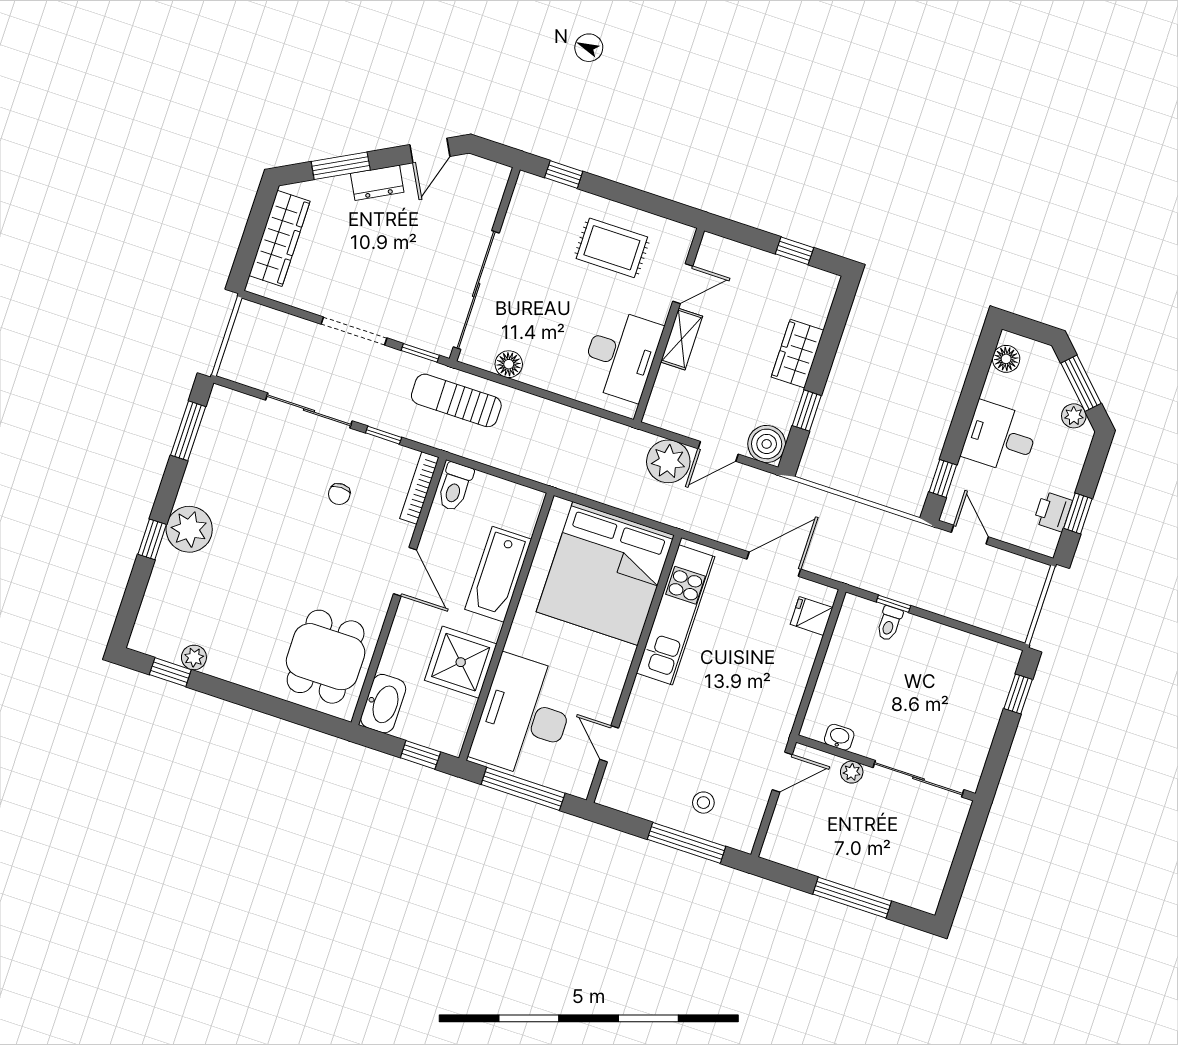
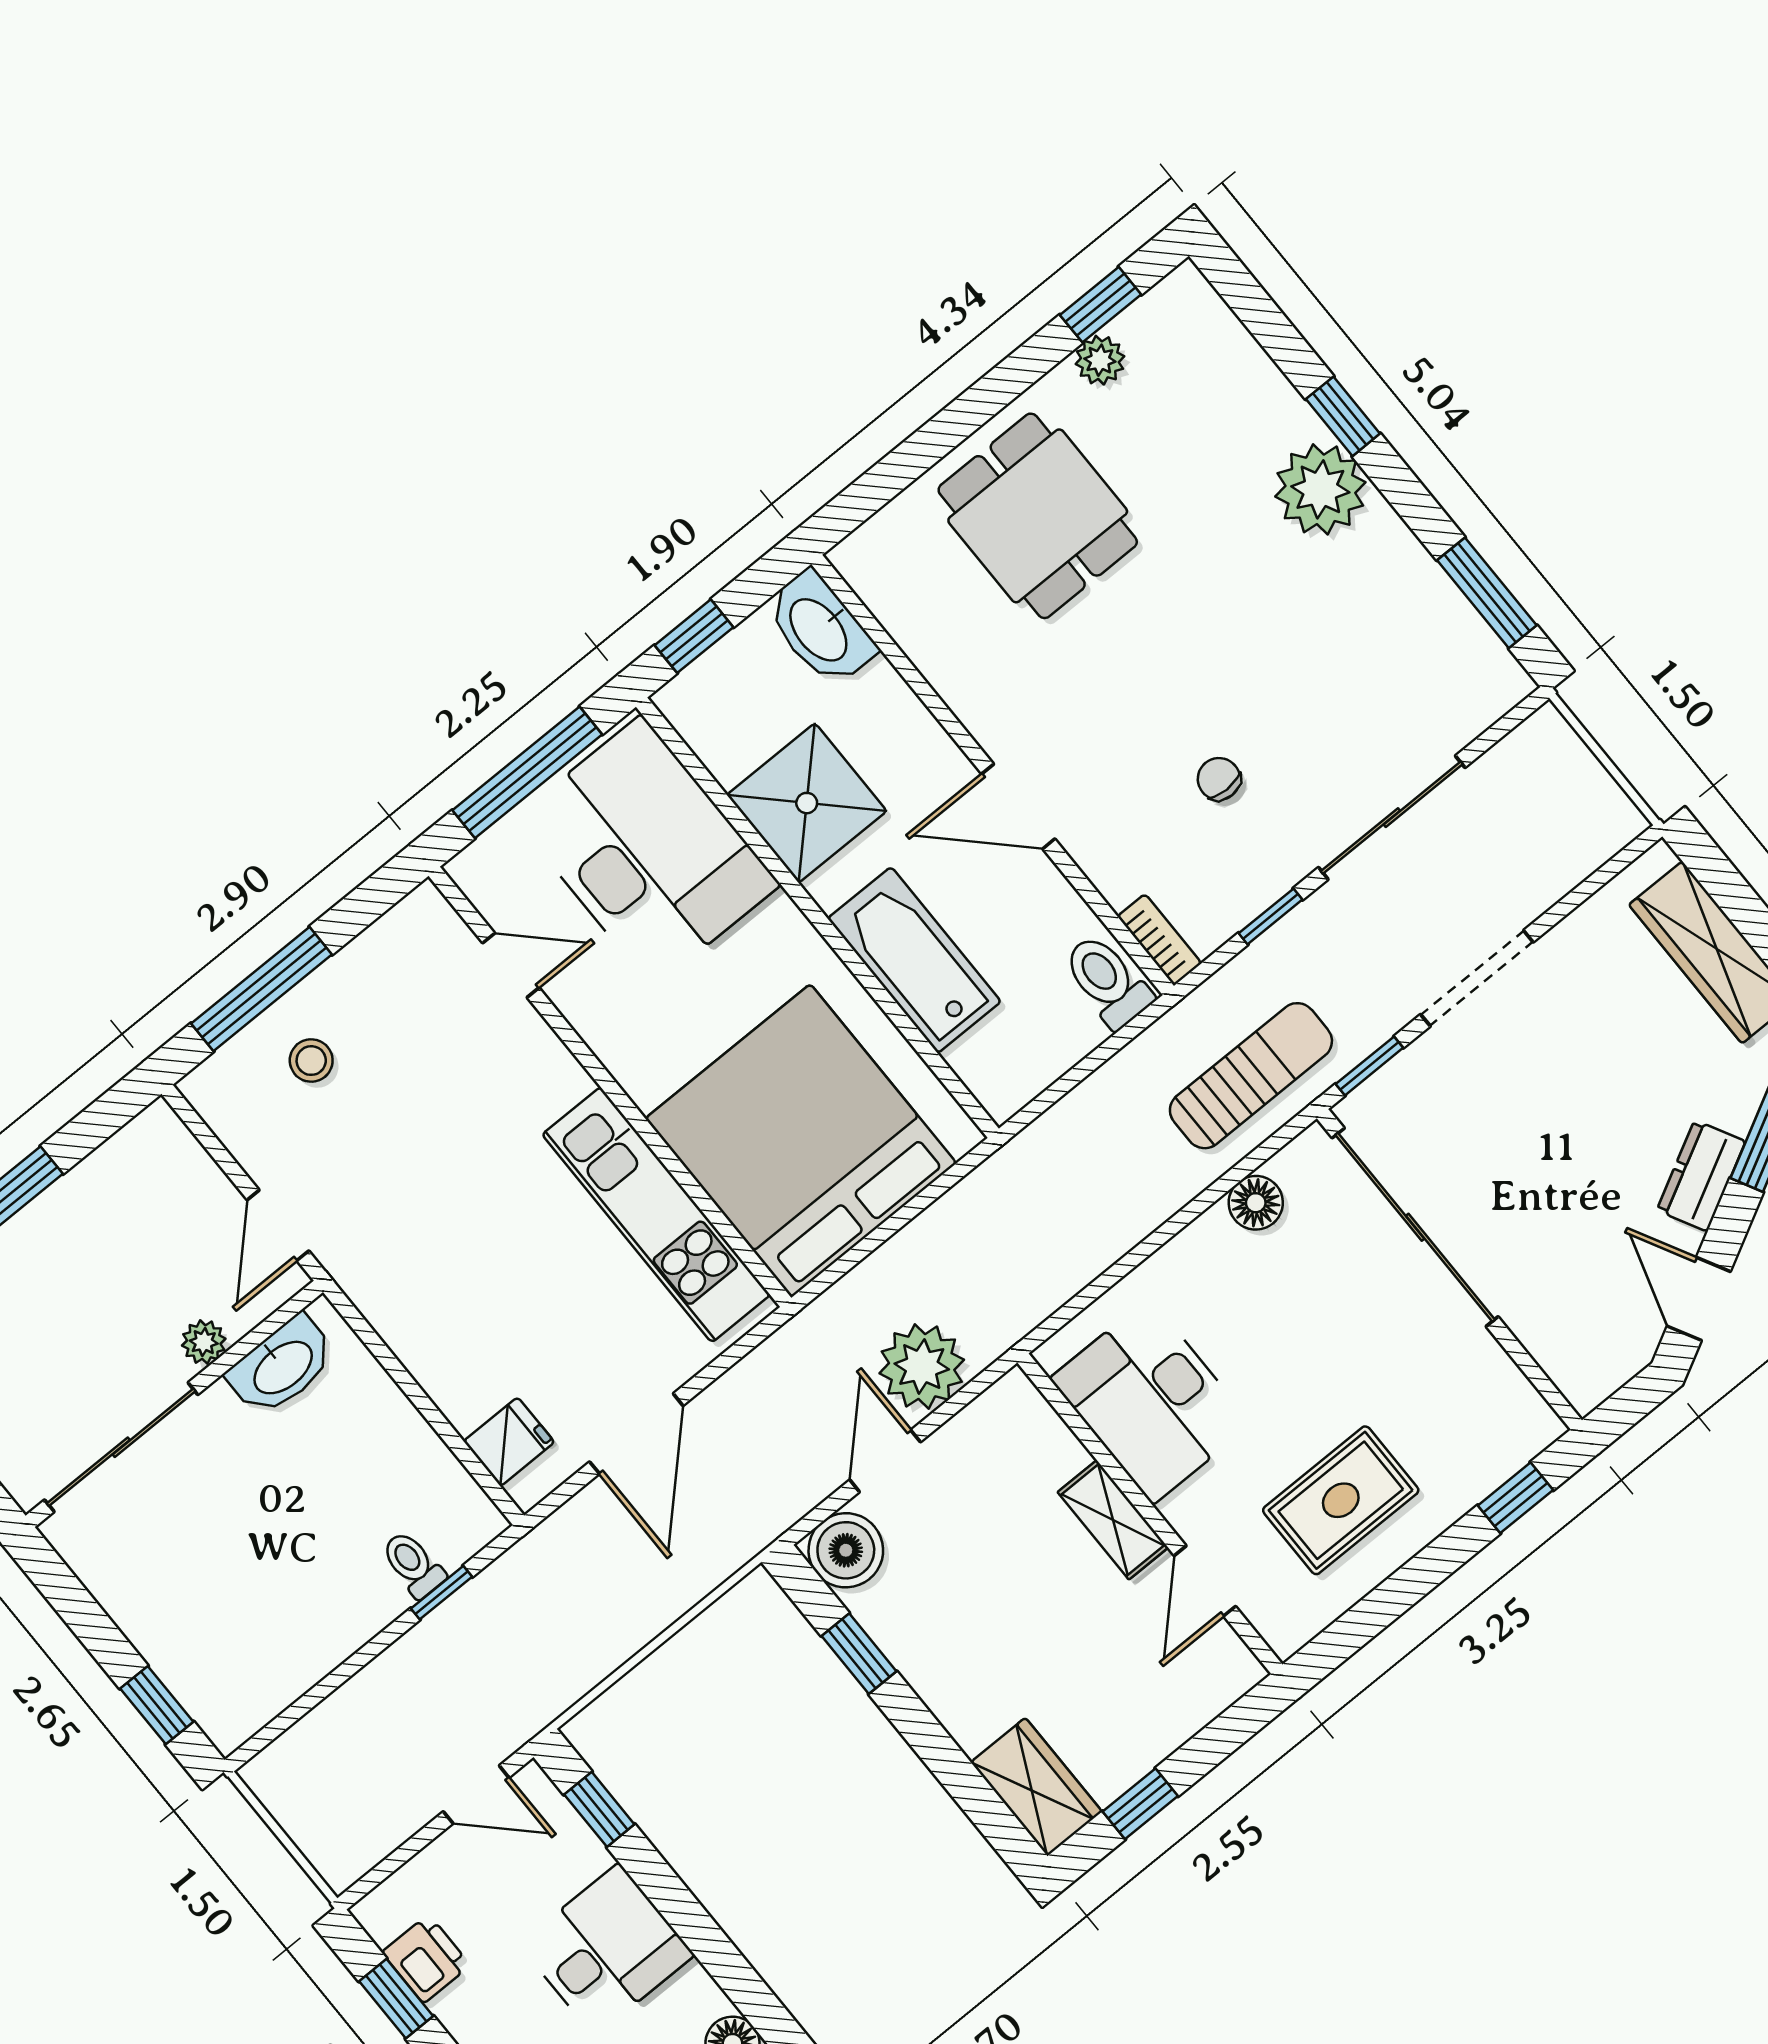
wardrobe: (798, 354) -> (1036, 1787), moved
bookcase: (419, 488) -> (1159, 940), width x0.64
dining table: (326, 657) -> (1038, 516), moved
washbasin: (839, 737) -> (282, 1366), width x1.91, depth x1.45

